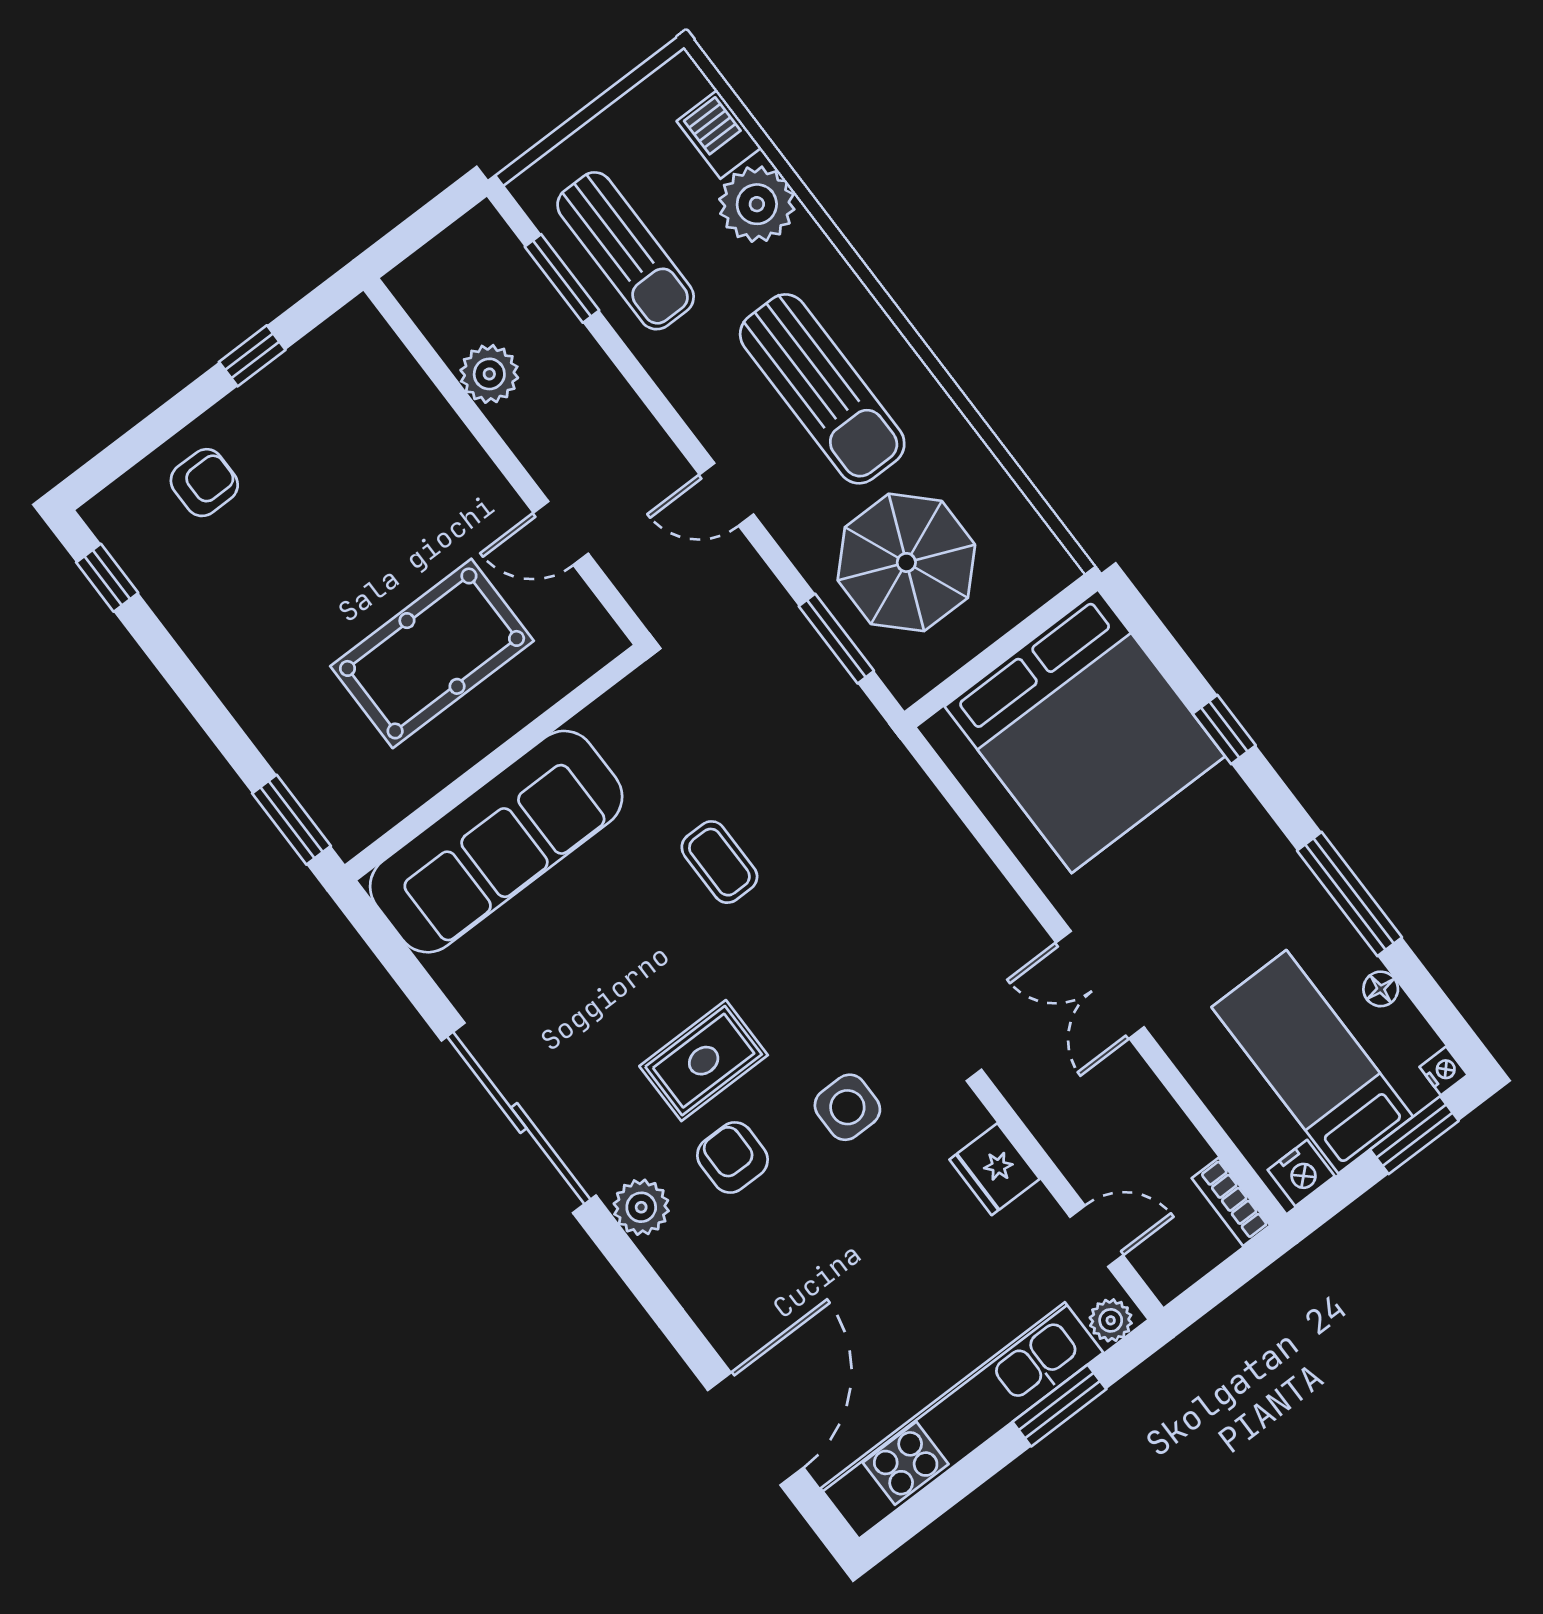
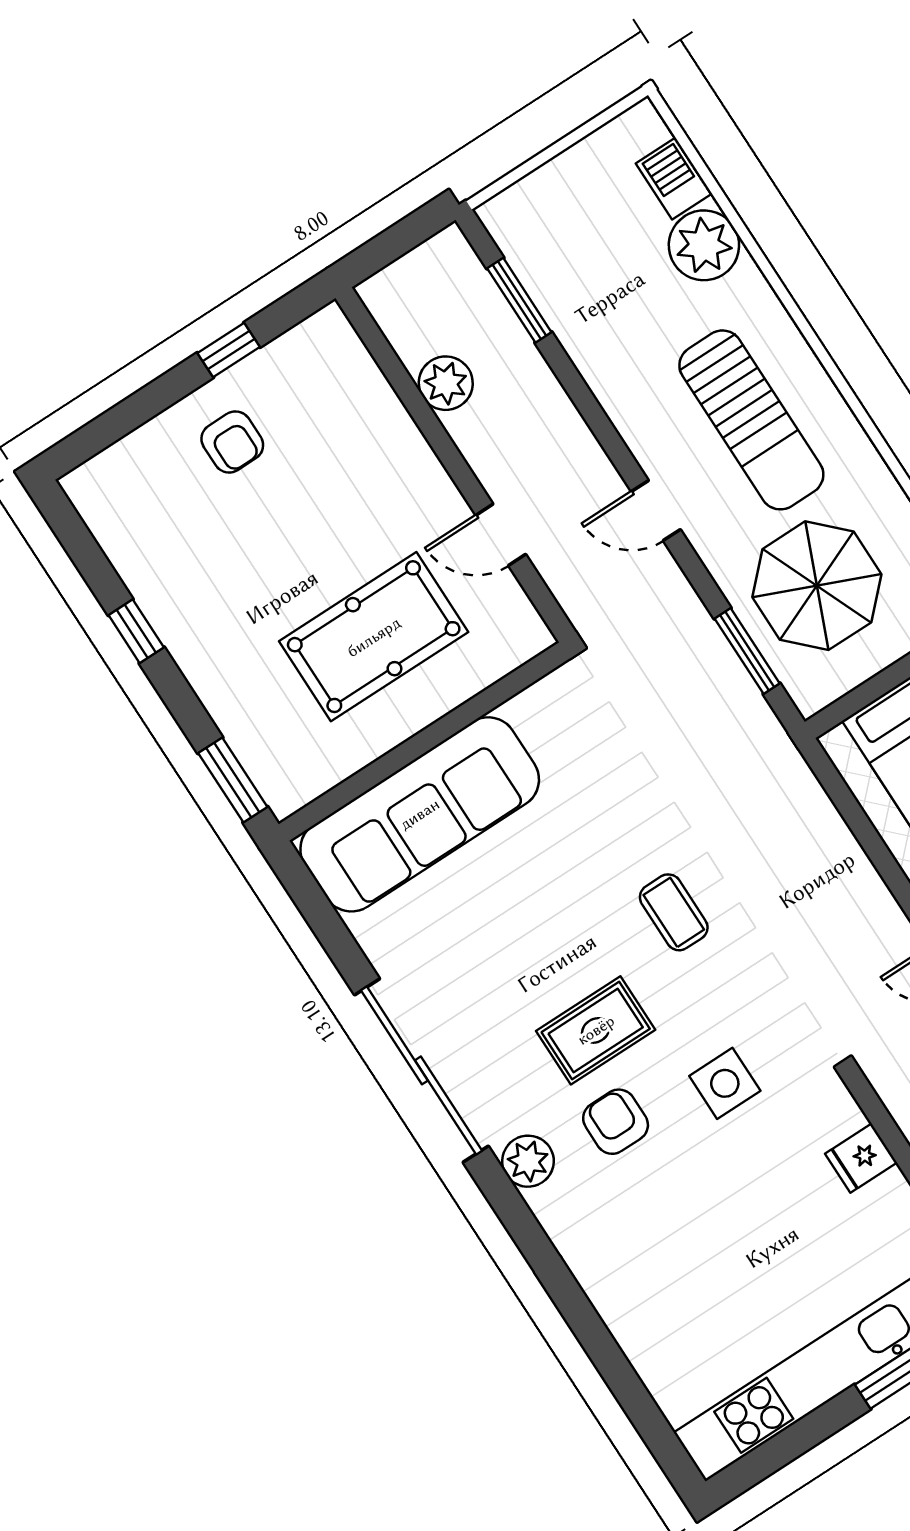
sun lounger: (626, 251) -> (580, 279), removed
armchair: (204, 483) -> (232, 442), moved, turned 90
window: (107, 578) -> (136, 631), moved
coffee table: (719, 862) -> (674, 912), moved
fridge: (995, 1169) -> (861, 1158), width x0.72
door: (756, 1429) -> (618, 1373), removed

